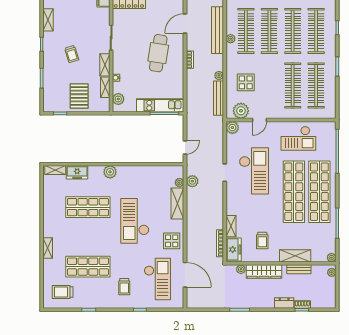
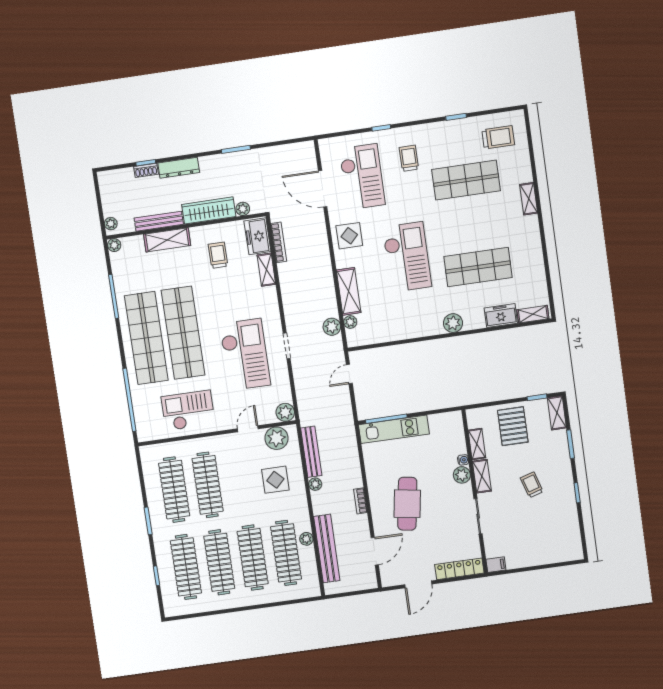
shelving: (48, 20) -> (557, 413), moved
plant: (118, 99) -> (462, 475), moved
checkout: (254, 171) -> (245, 354), turned 180
bench: (299, 269) -> (159, 221), width x1.36
checkout: (157, 279) -> (362, 177), turned 180
dresser: (284, 303) -> (179, 168), width x1.44

